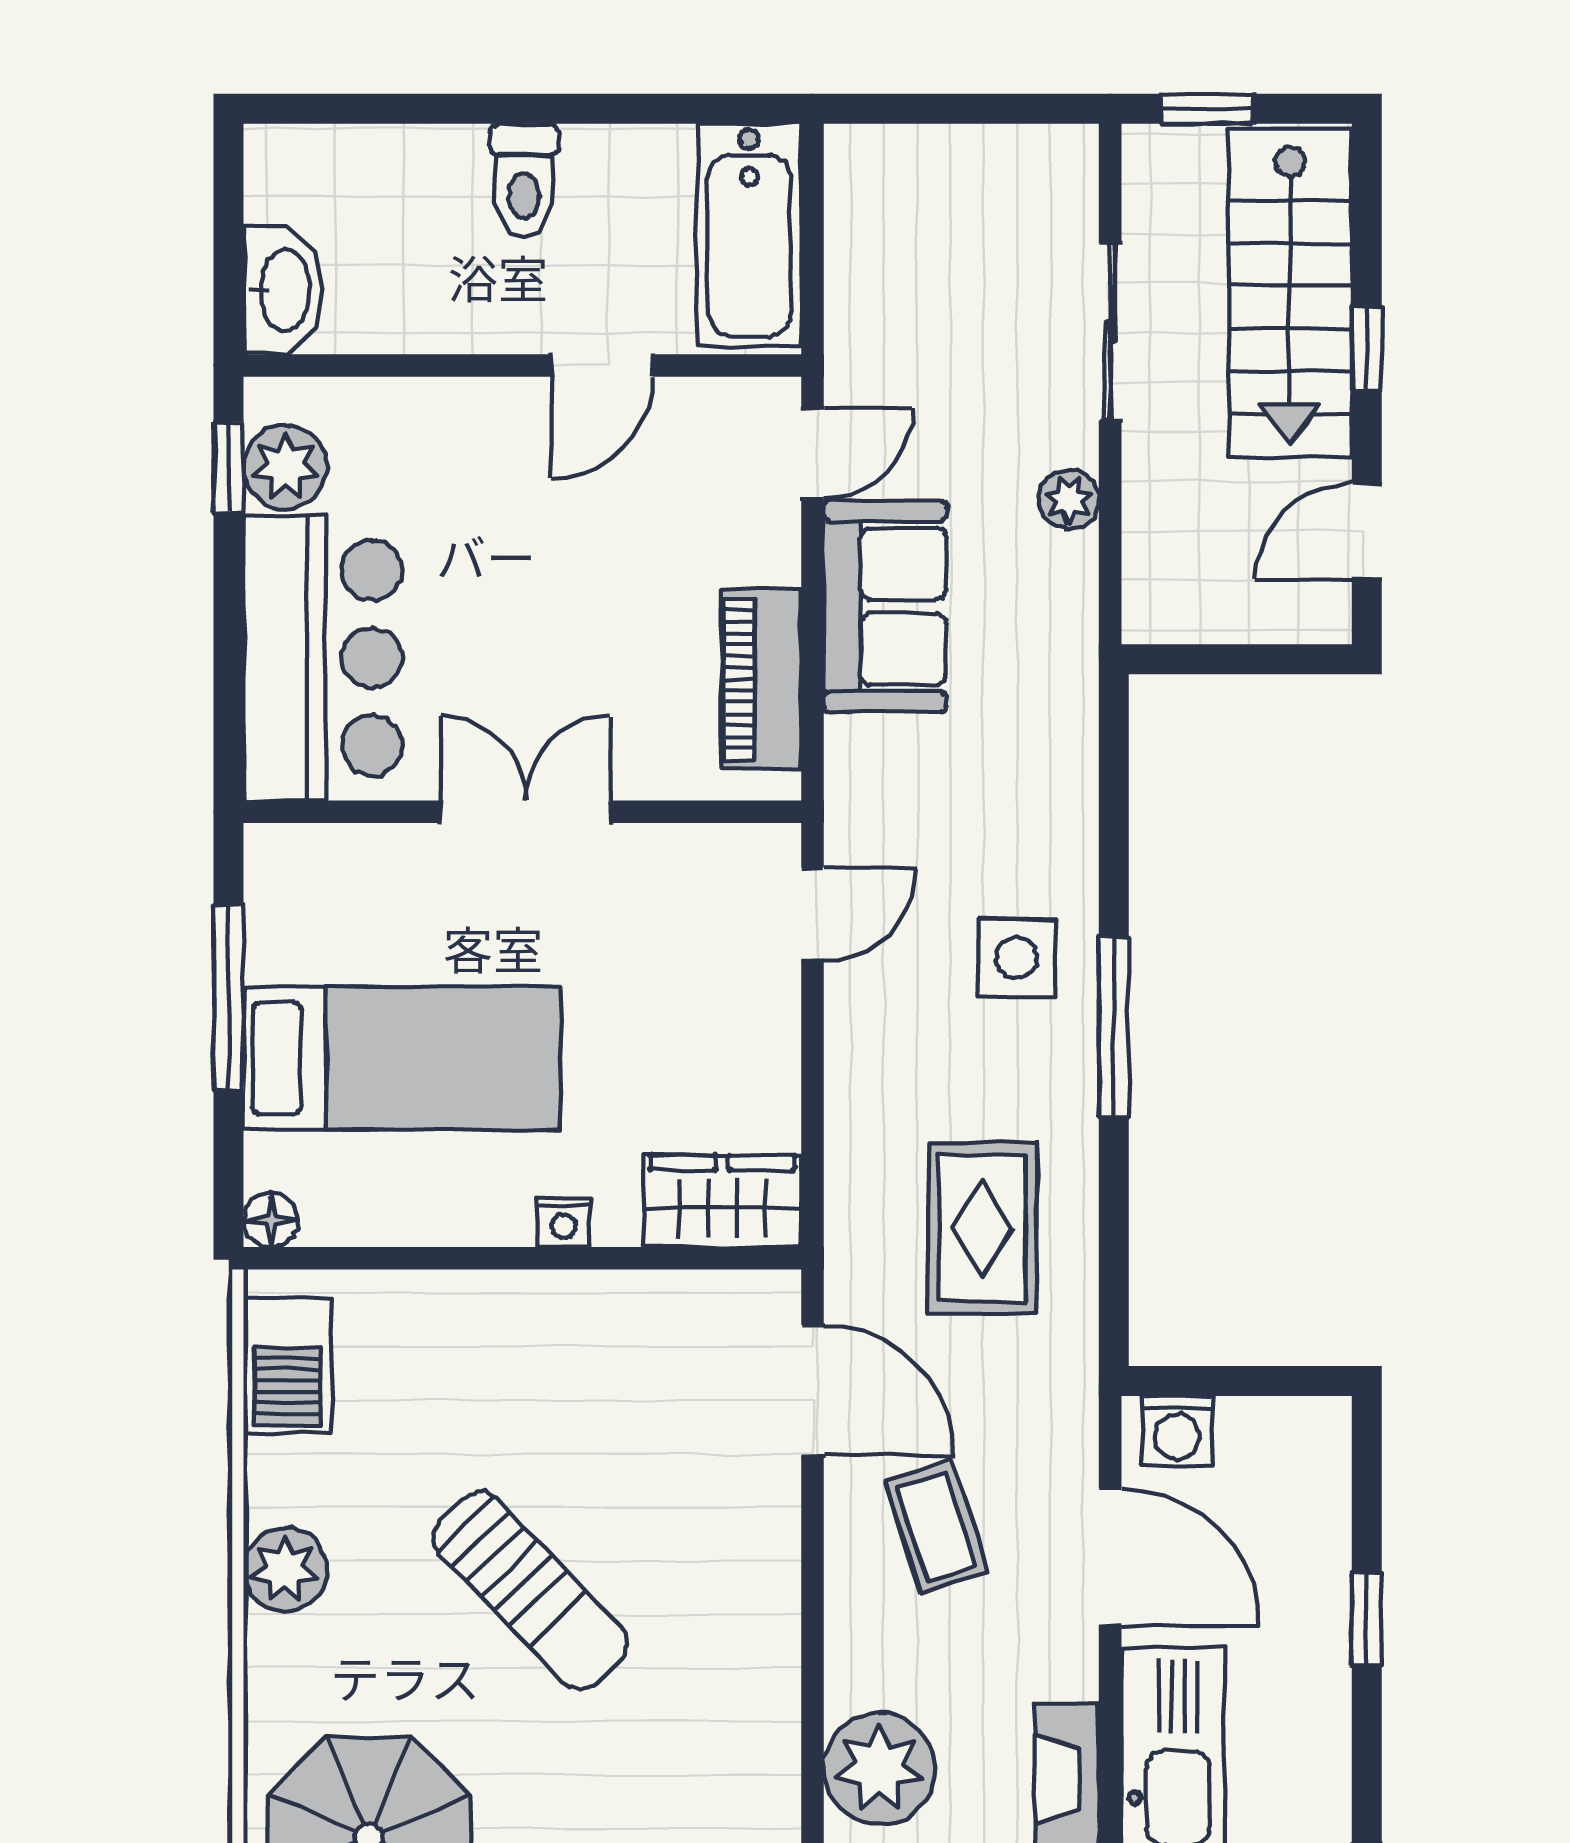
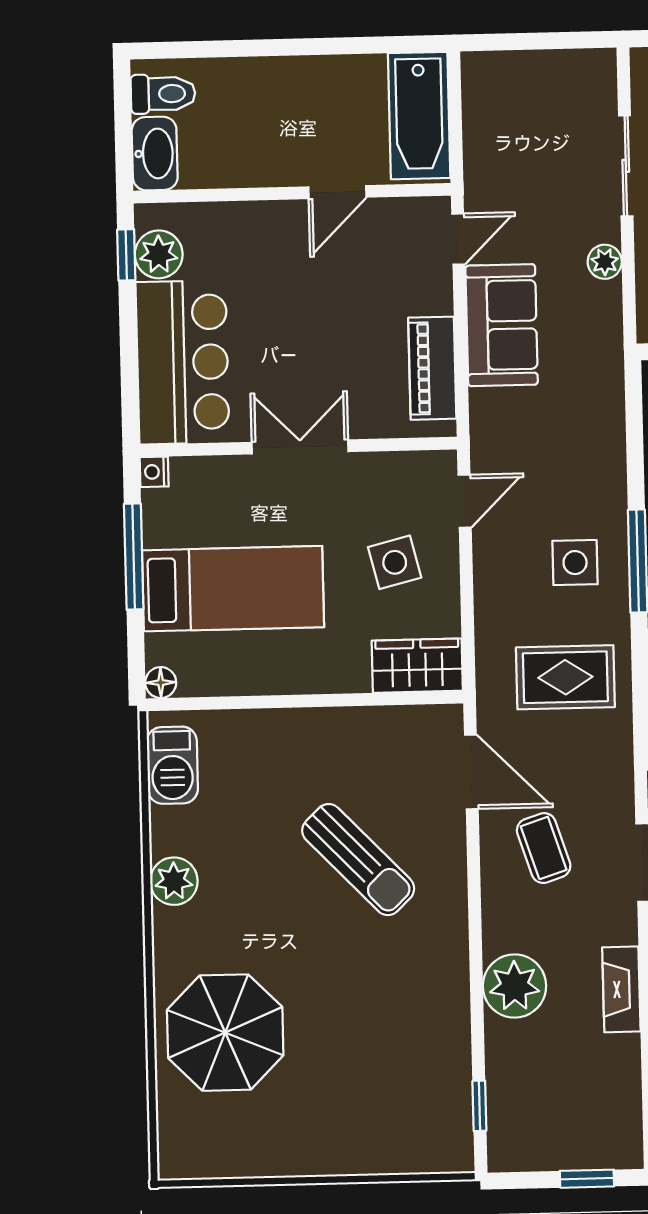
toilet: (524, 180) -> (163, 94), moved, turned -90
side table: (1016, 958) -> (575, 563), moved
side table: (687, 1019) -> (395, 562), added
nightstand: (564, 1222) -> (154, 472), moved, turned 90
rug: (982, 1228) -> (565, 677), turned 90
sun lounger: (530, 1591) -> (358, 860), moved

